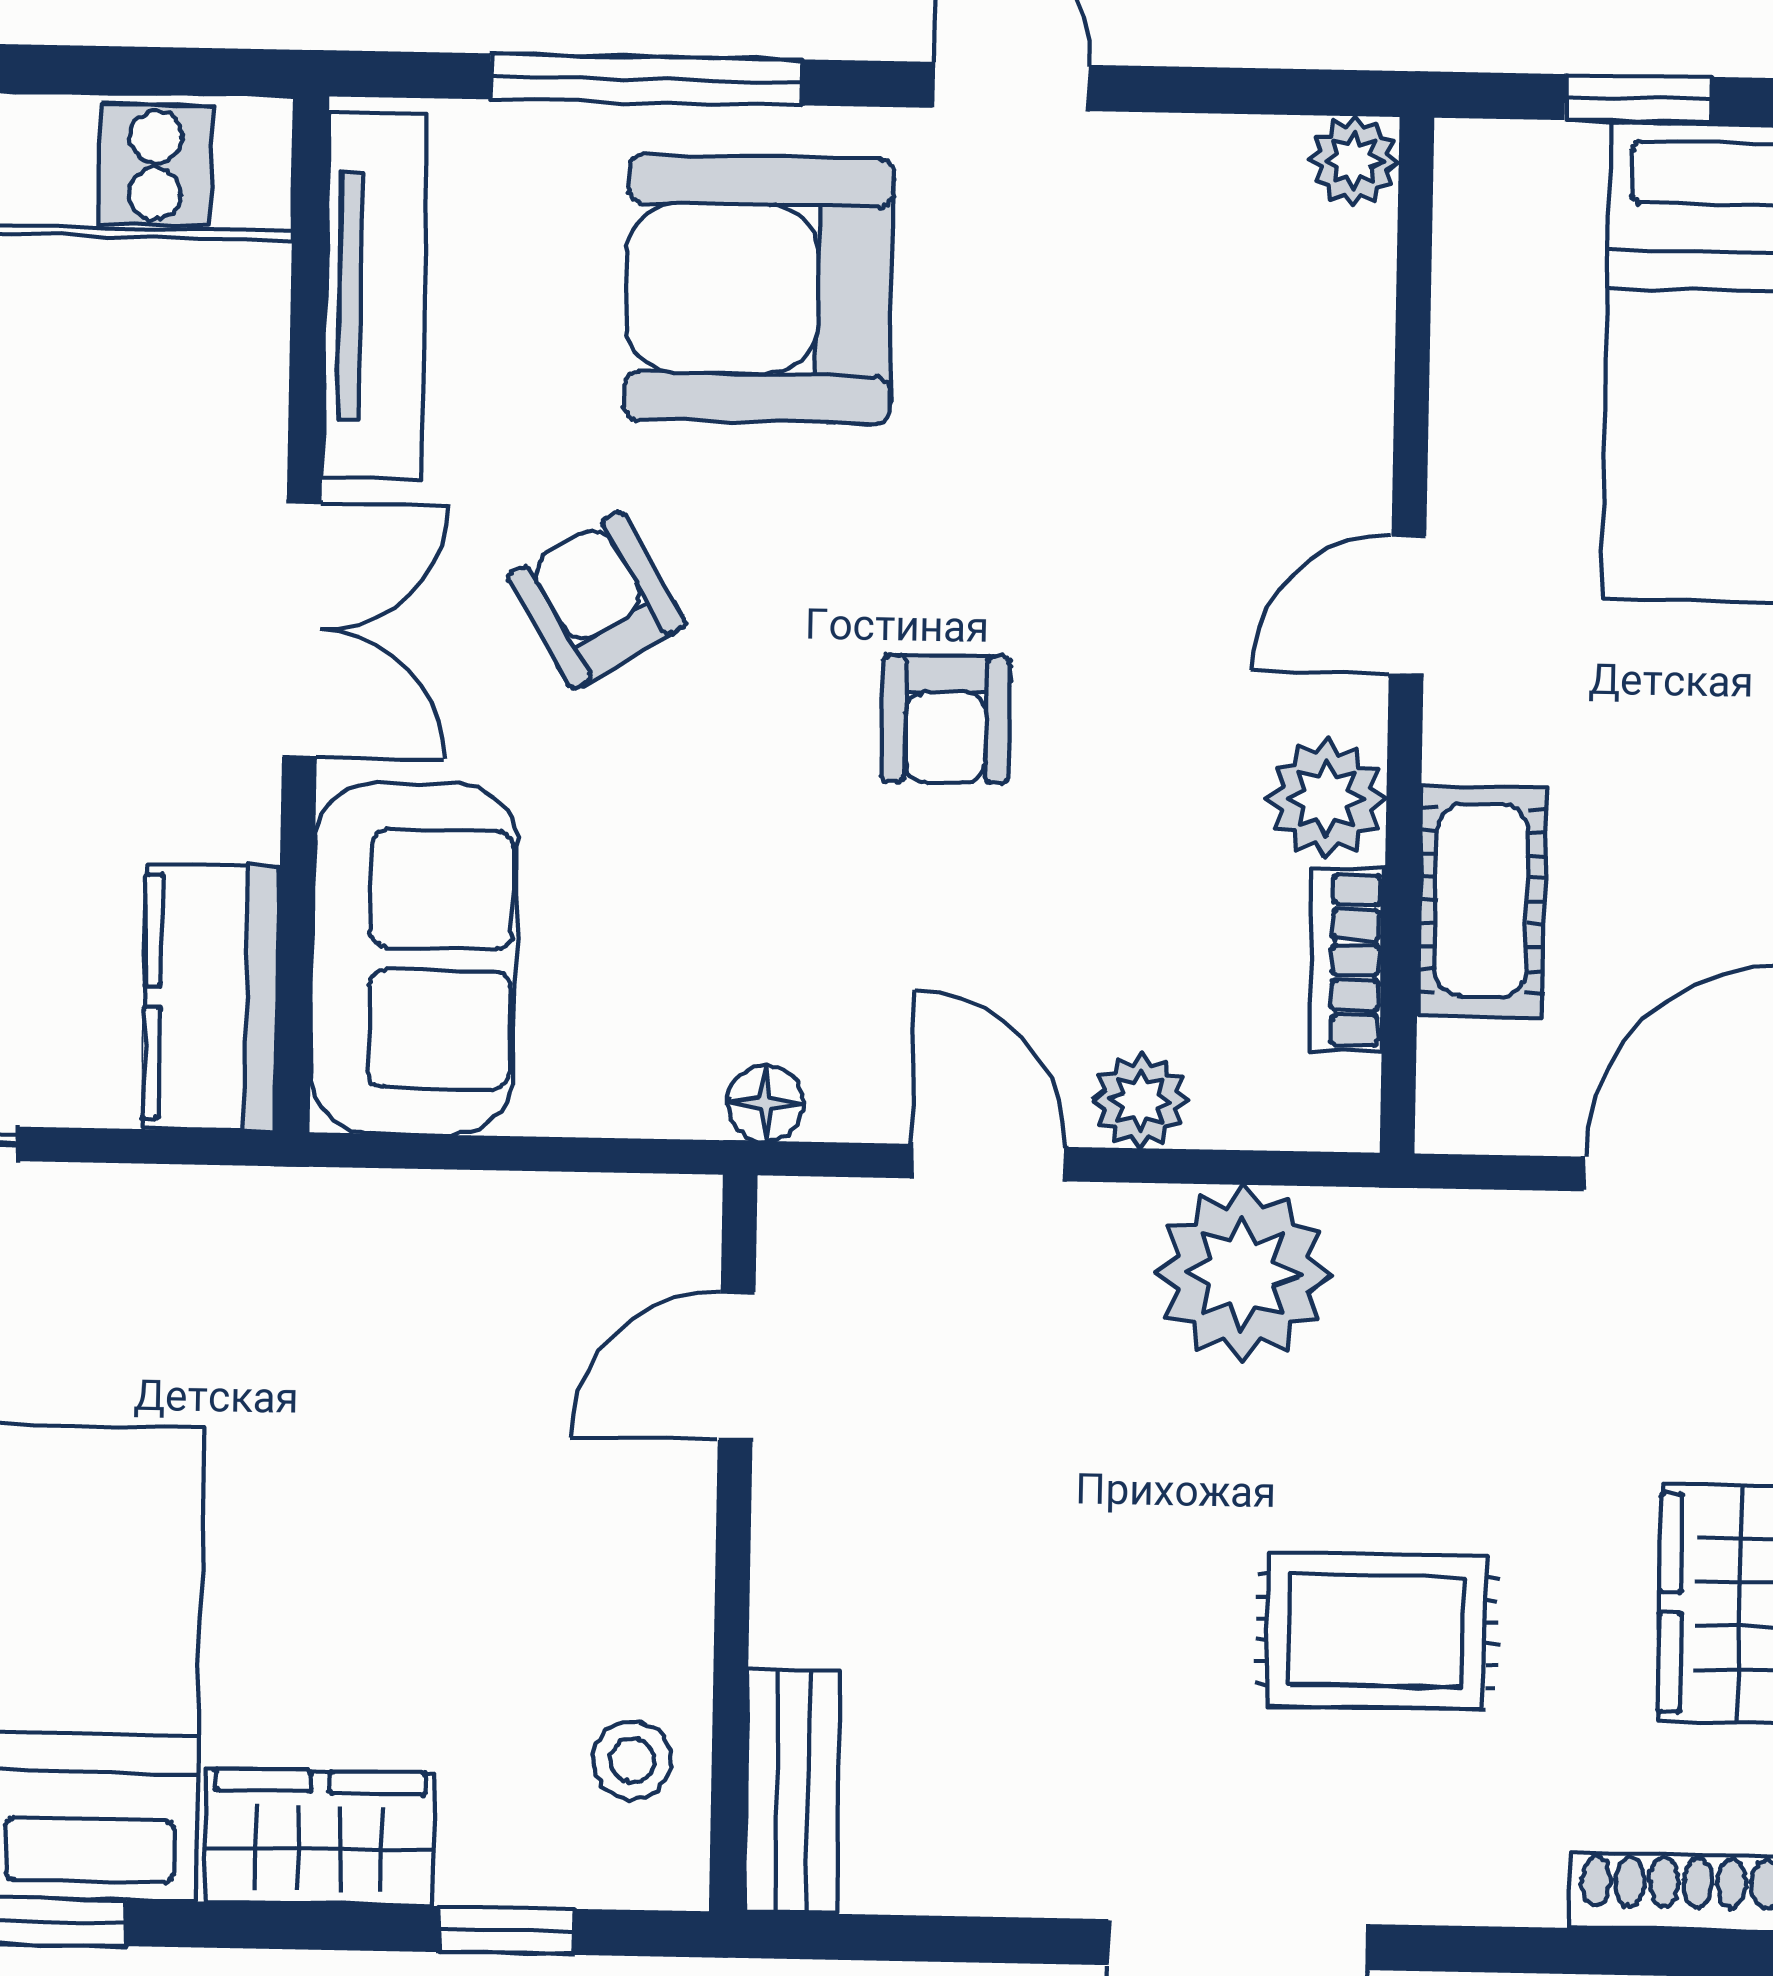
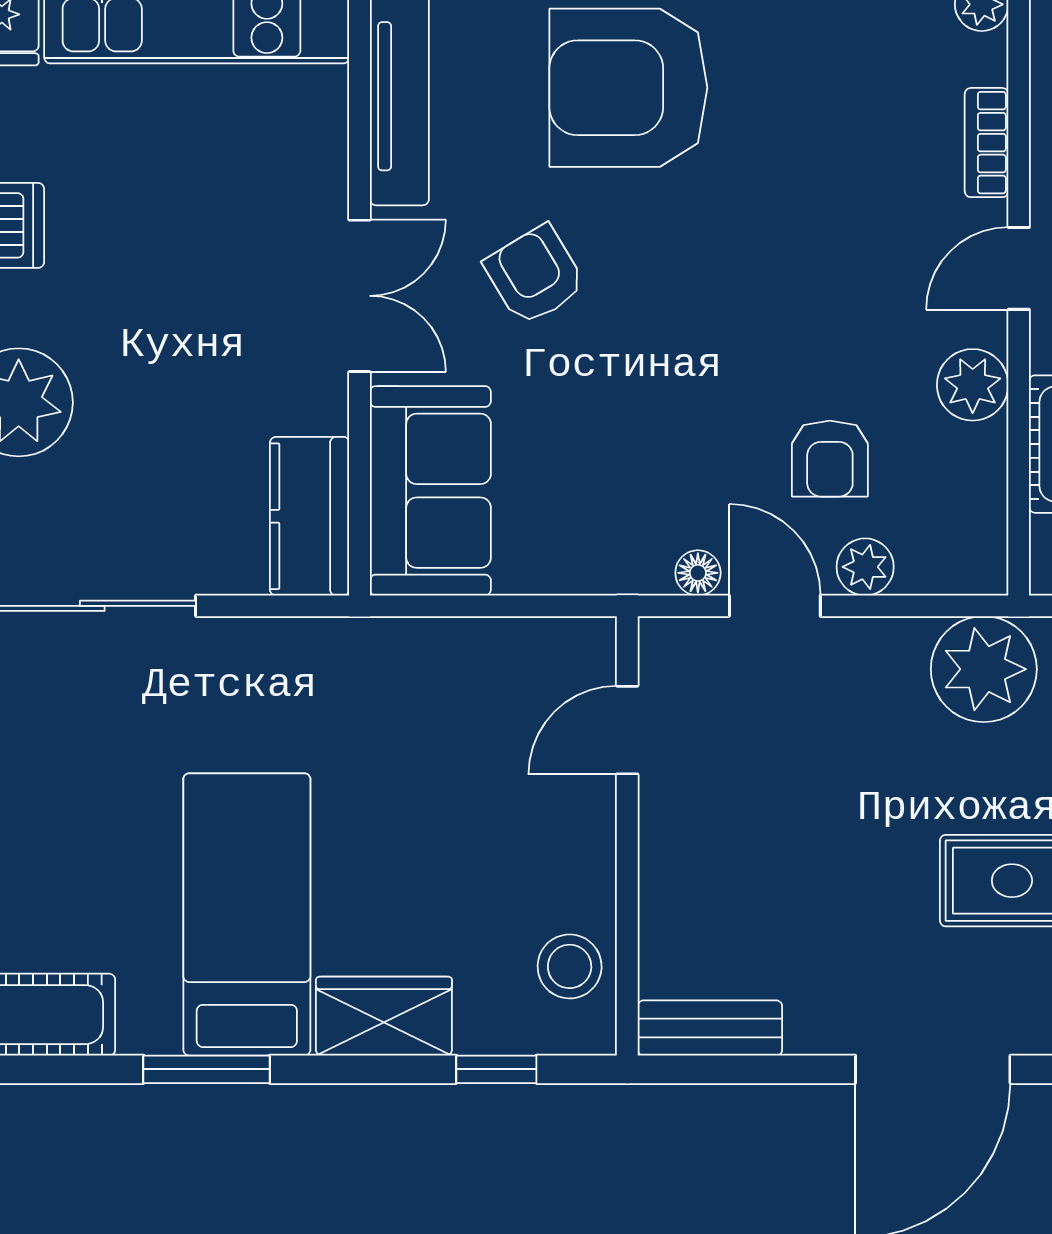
armchair: (946, 719) -> (830, 459), moved
bookcase: (1347, 960) -> (987, 143), moved
floor lamp: (765, 1103) -> (698, 573), moved
plant: (1243, 1274) -> (984, 669), moved
stool: (632, 1760) -> (570, 966), width x1.37, depth x1.37
bench: (792, 1792) -> (710, 1028), moved, turned 90

